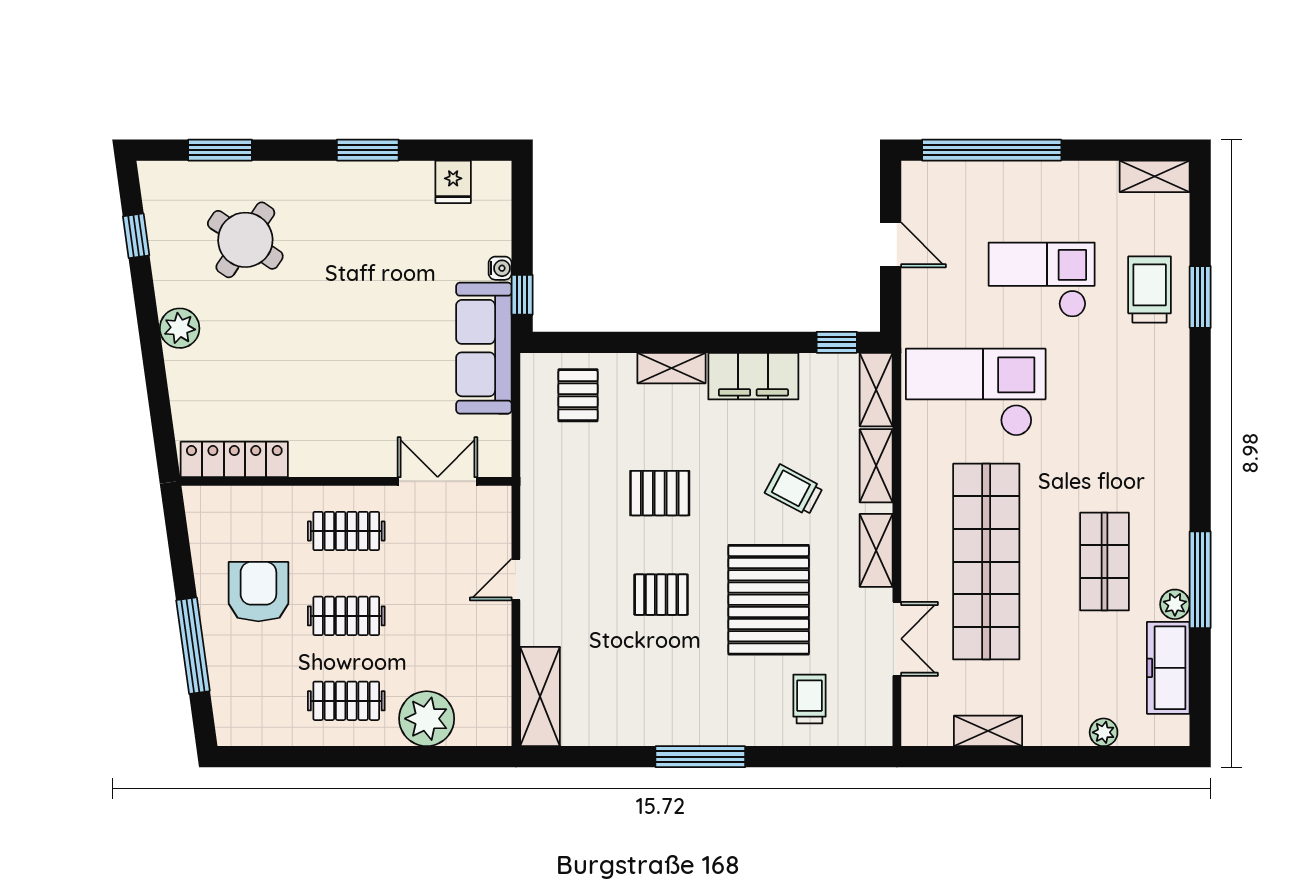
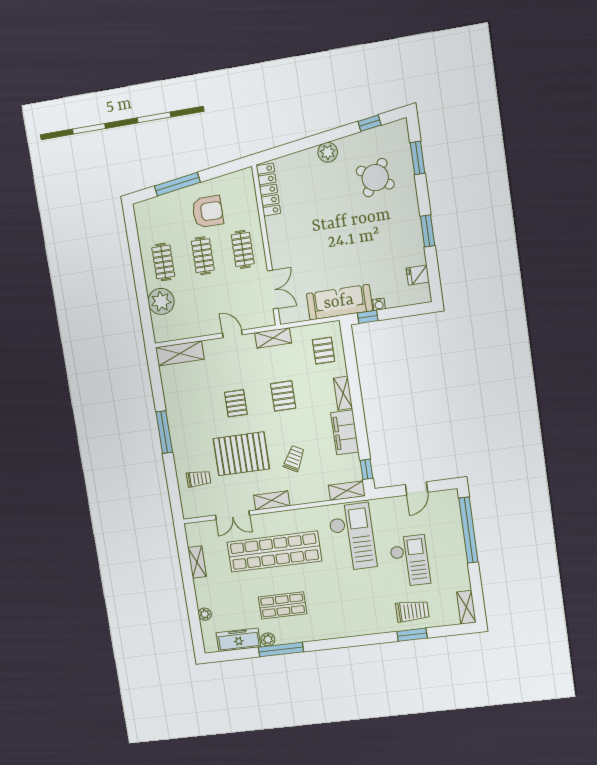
pallet: (578, 395) -> (324, 351), turned 90
shelving: (876, 466) -> (273, 338), moved

